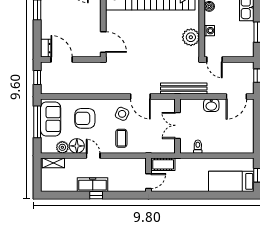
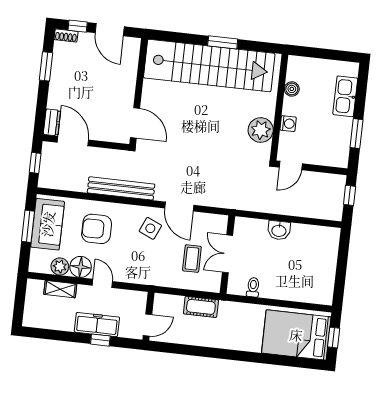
door: (214, 59) -> (291, 166), hinge flipped
bench: (184, 88) -> (121, 188), moved
door: (236, 97) -> (316, 222), removed
window: (37, 122) -> (28, 226), width x0.69
coffee table: (121, 138) -> (192, 259), moved
shelving: (53, 163) -> (60, 289), moved
wall: (148, 175) -> (149, 316), moved
door: (148, 181) -> (148, 325), moved
bed: (231, 181) -> (296, 335), width x1.50

